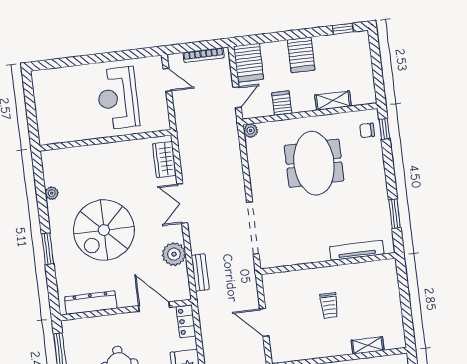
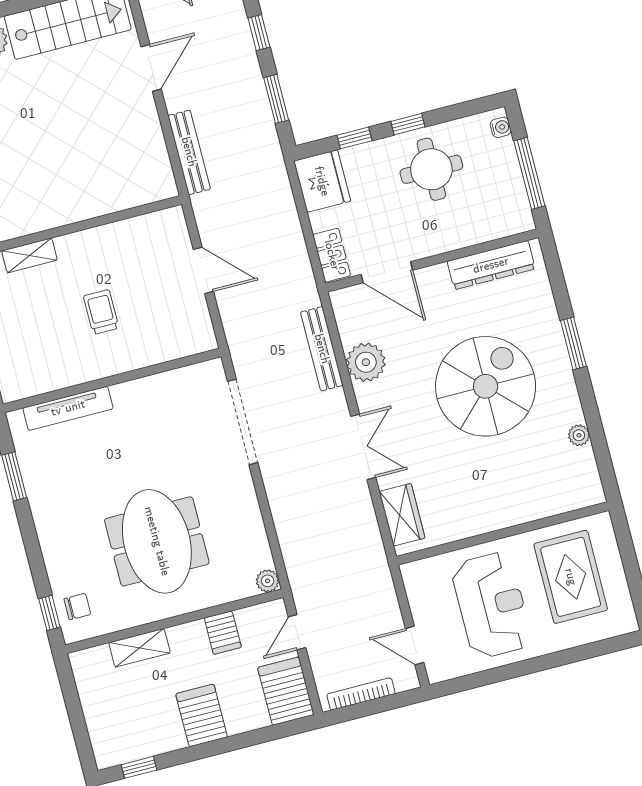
rug: (68, 109) -> (571, 577), added
bench: (200, 272) -> (322, 349), width x1.36

